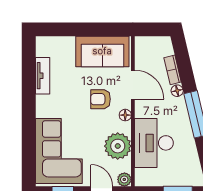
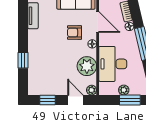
window: (29, 138) -> (23, 60), added
corner sofa: (59, 151) -> (45, 70), removed
plant: (169, 179) -> (124, 90), added

